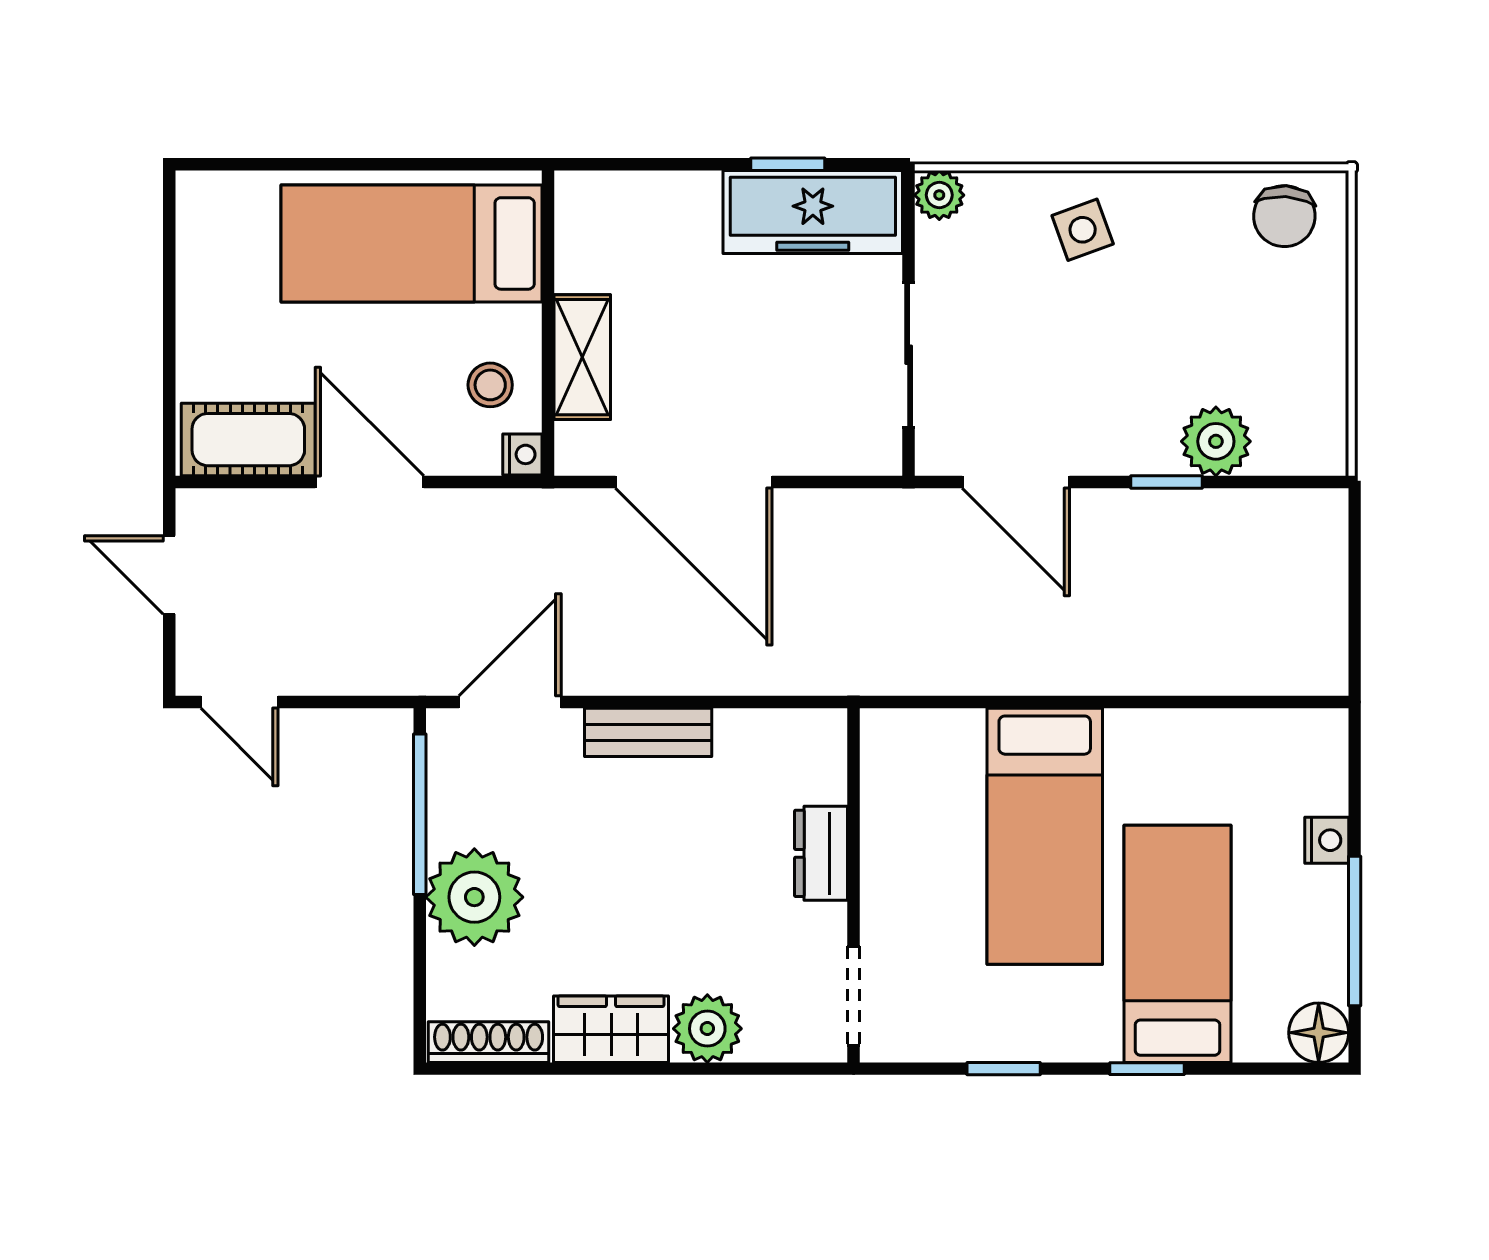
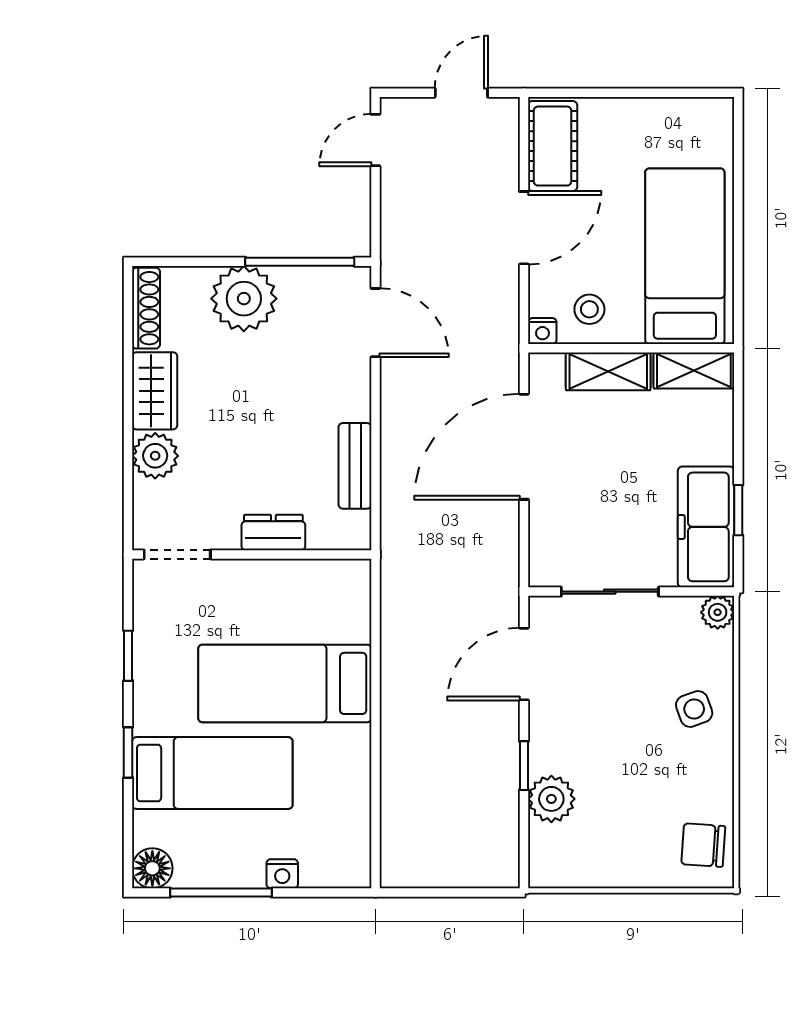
shelving: (581, 230) -> (694, 371), added
bench: (648, 732) -> (355, 466), moved

